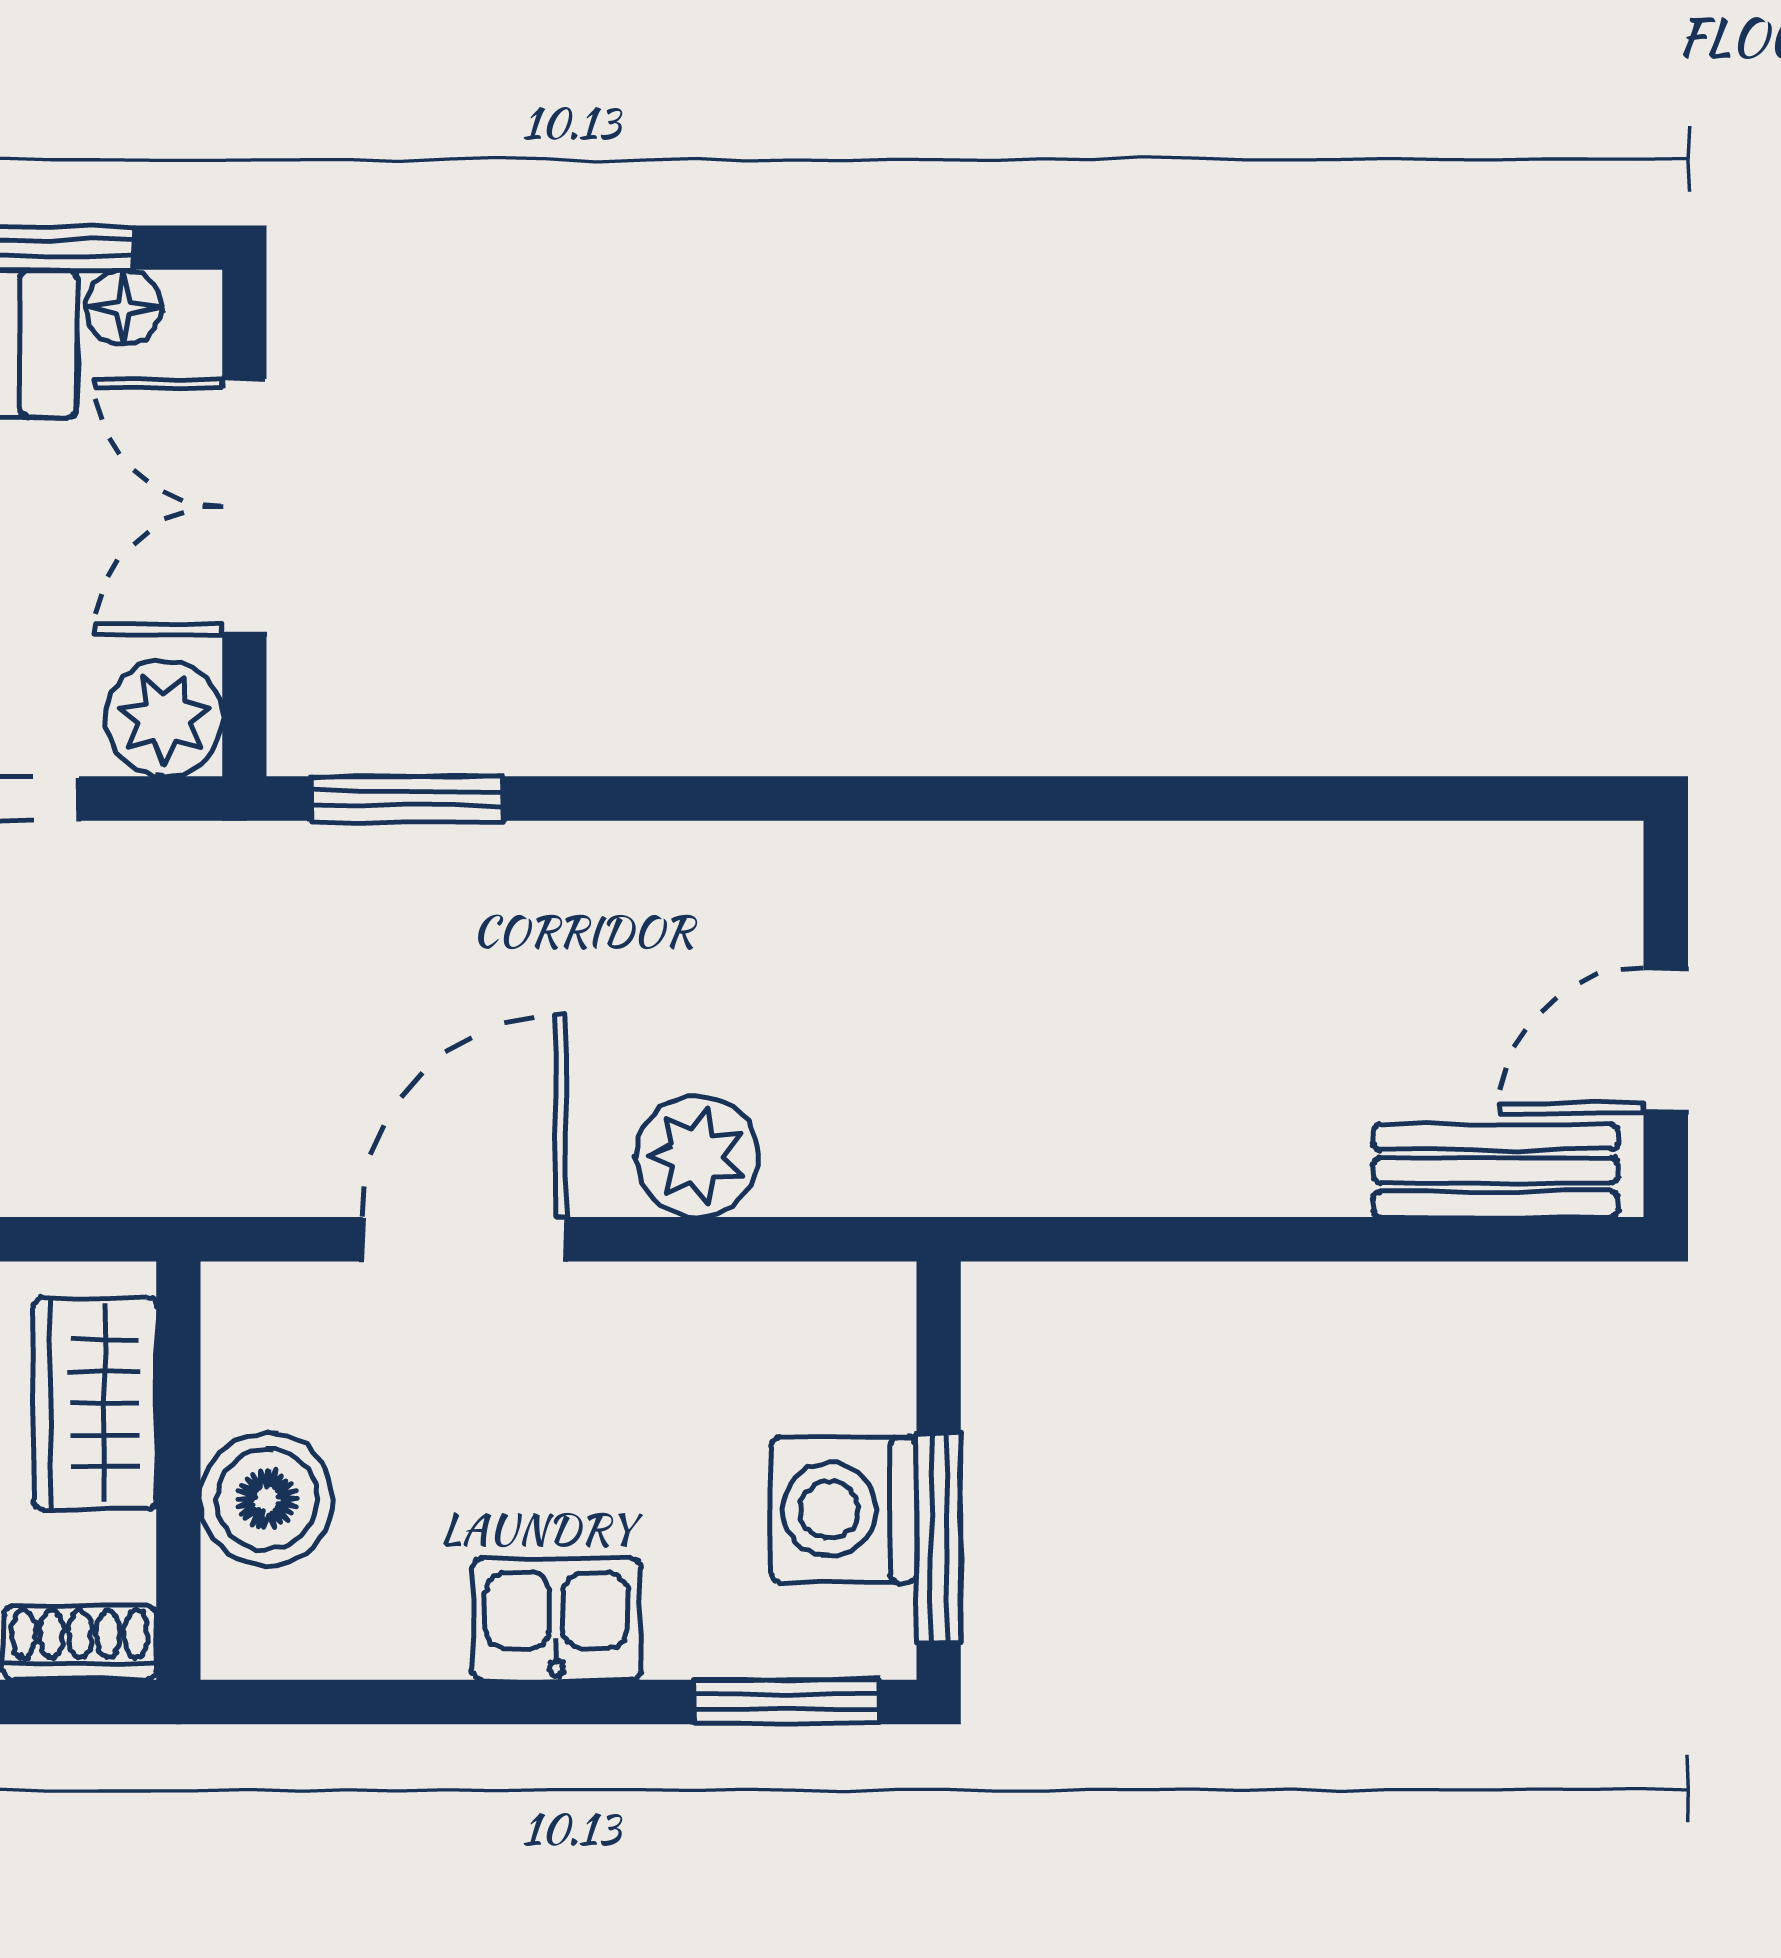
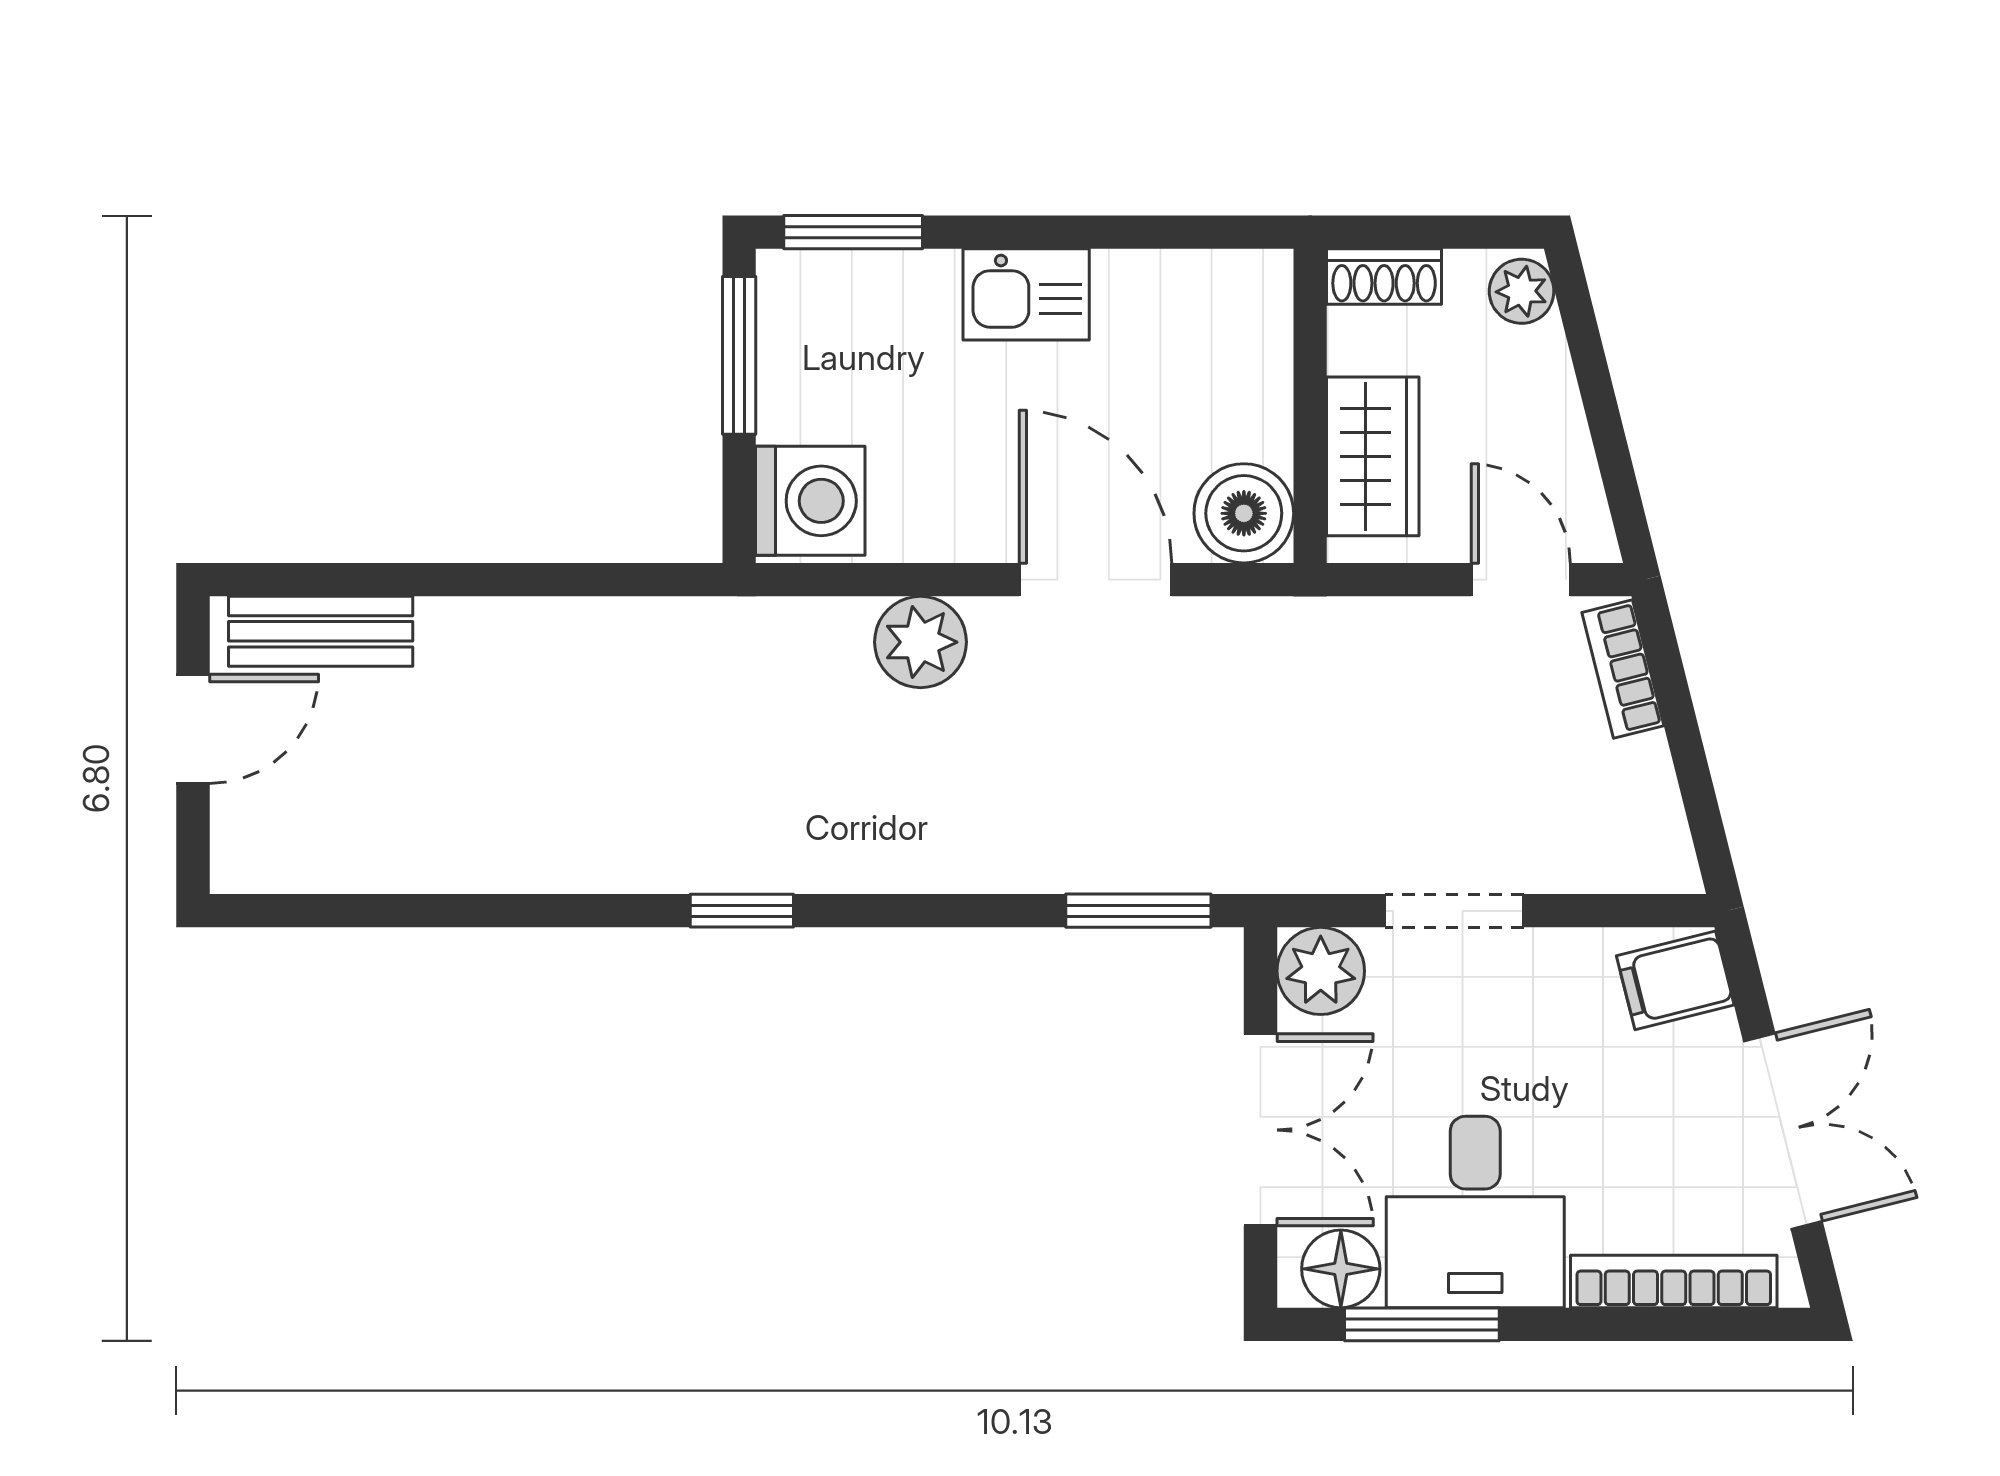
floor lamp: (123, 307) -> (1341, 1269), width x1.37, depth x1.37
window: (935, 799) -> (742, 911), added
door: (464, 1239) -> (1095, 580), swing flipped
boiler: (267, 1499) -> (1244, 513), moved
washing machine: (844, 1510) -> (810, 501), moved

